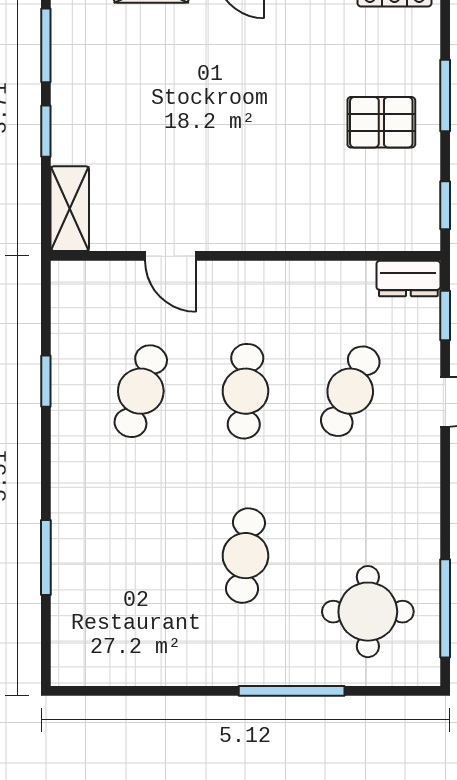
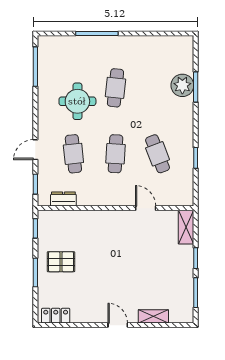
dresser: (408, 279) -> (63, 199), moved
cafe table: (141, 391) -> (158, 154), turned -39
cafe table: (350, 391) -> (73, 154), turned -30
plant: (79, 562) -> (182, 85), added
round table: (368, 612) -> (77, 101), moved

